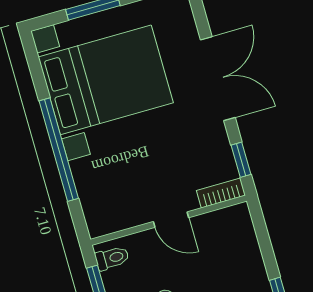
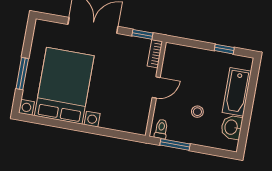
window: (59, 150) -> (89, 129), removed

